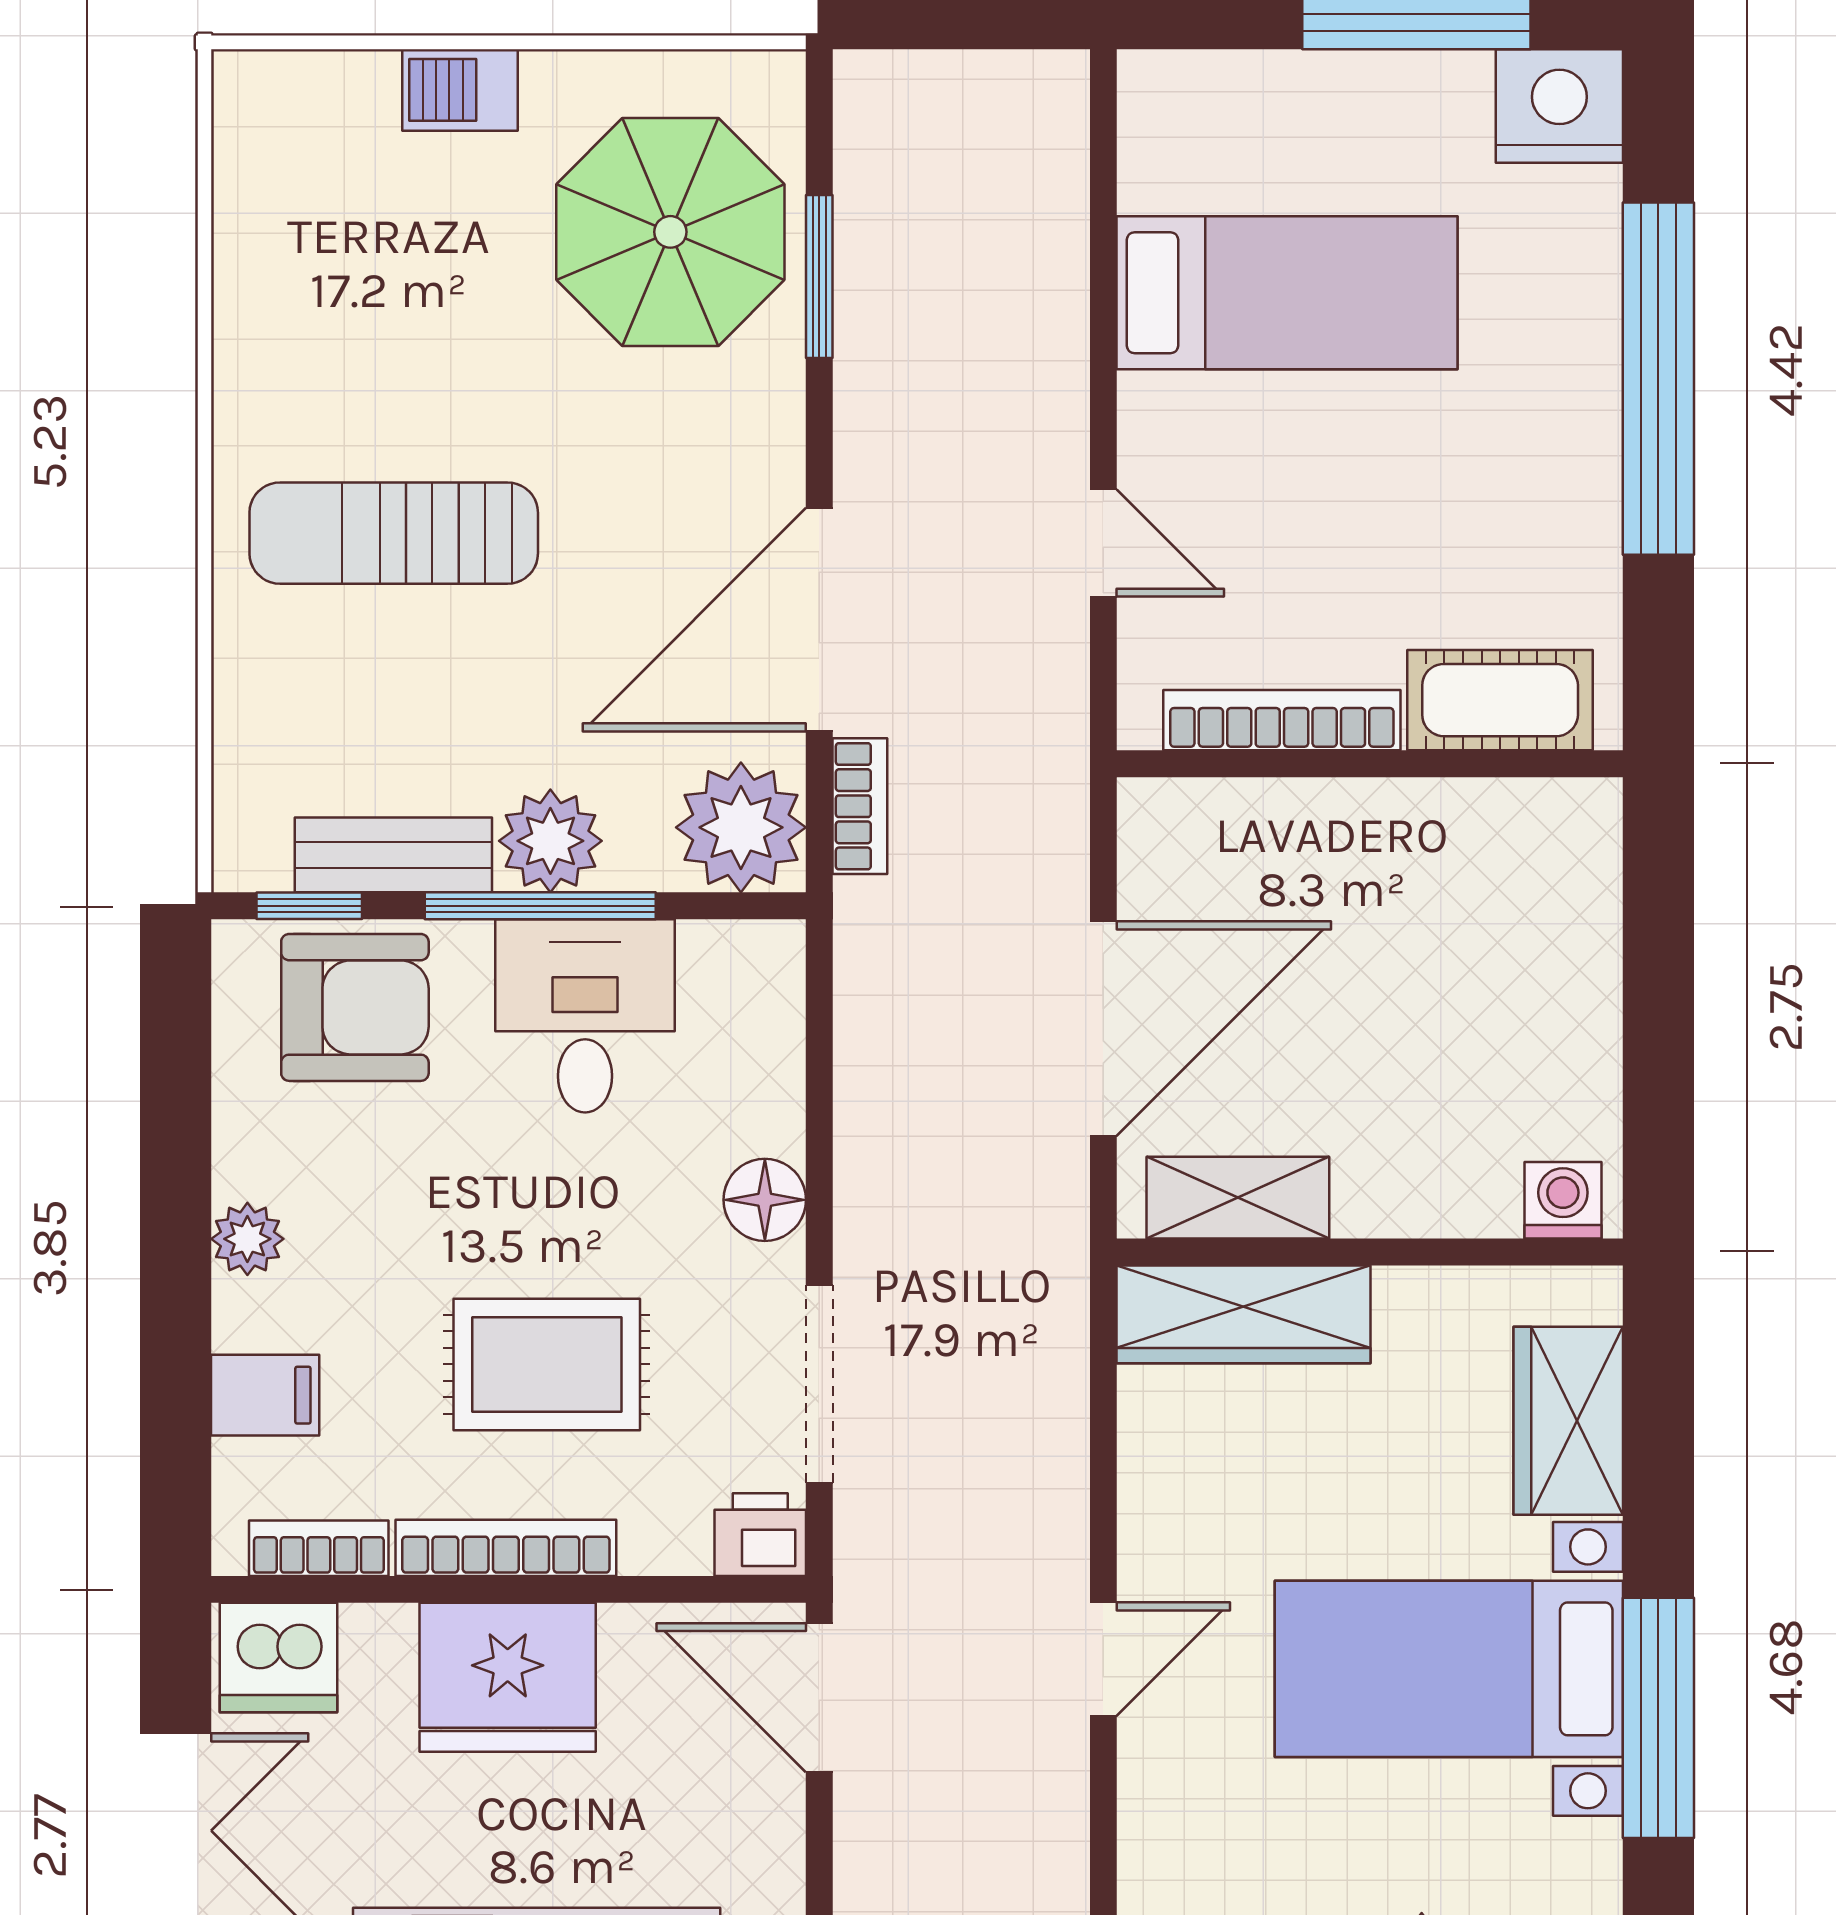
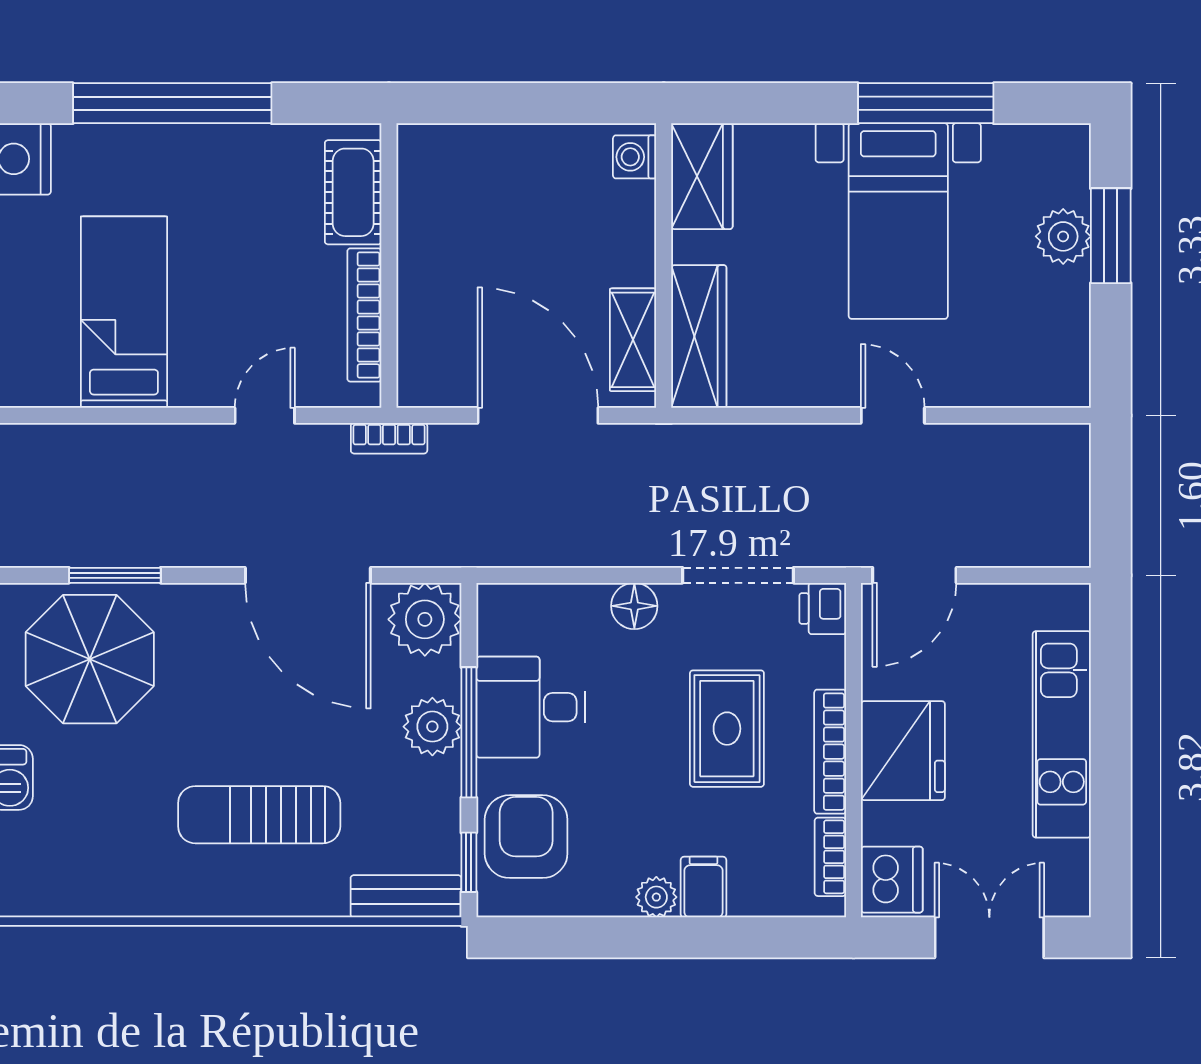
sun lounger: (394, 533) -> (259, 815), turned 90
bookcase: (860, 806) -> (389, 438), moved, turned 180
bench: (393, 855) -> (406, 896), moved, turned 90
filing cabinet: (265, 1395) -> (704, 887), moved
wardrobe: (1568, 1421) -> (702, 176), moved, turned -90

